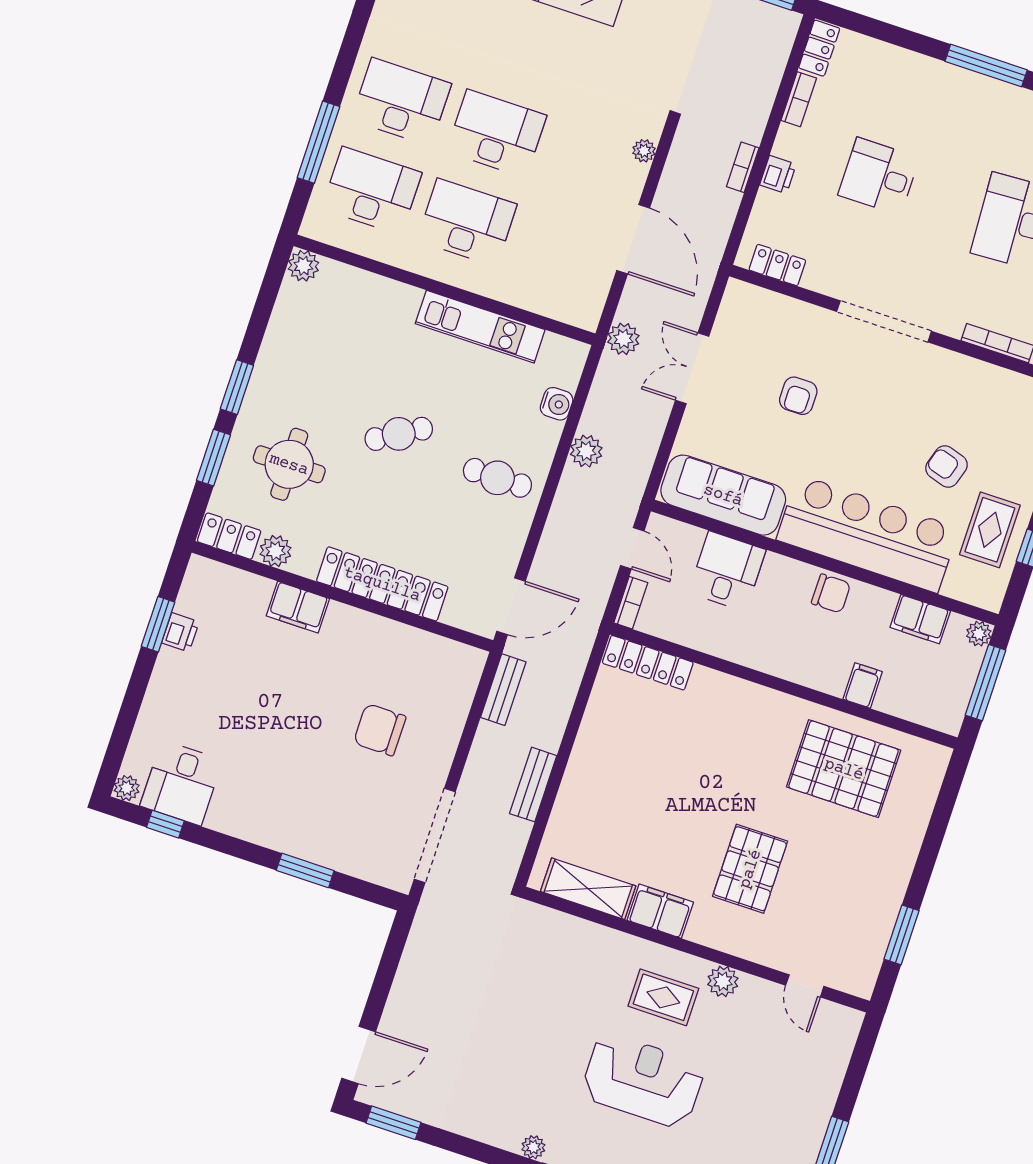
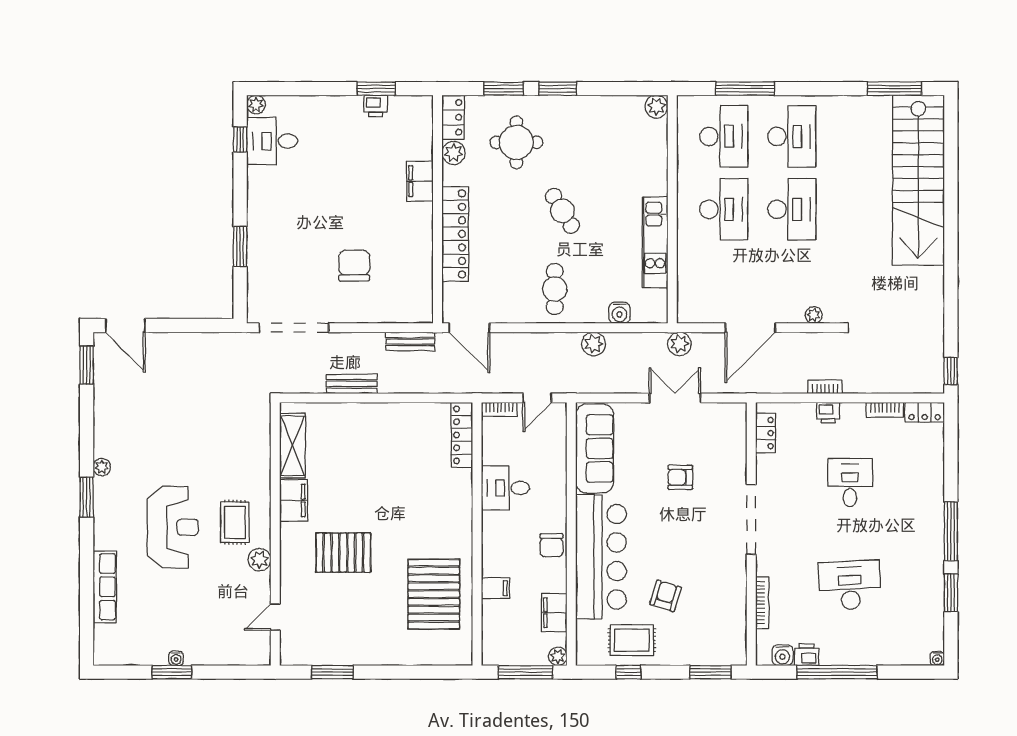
desk: (727, 571) -> (505, 488), moved, turned 180
water cooler: (816, 1133) -> (176, 658), added

